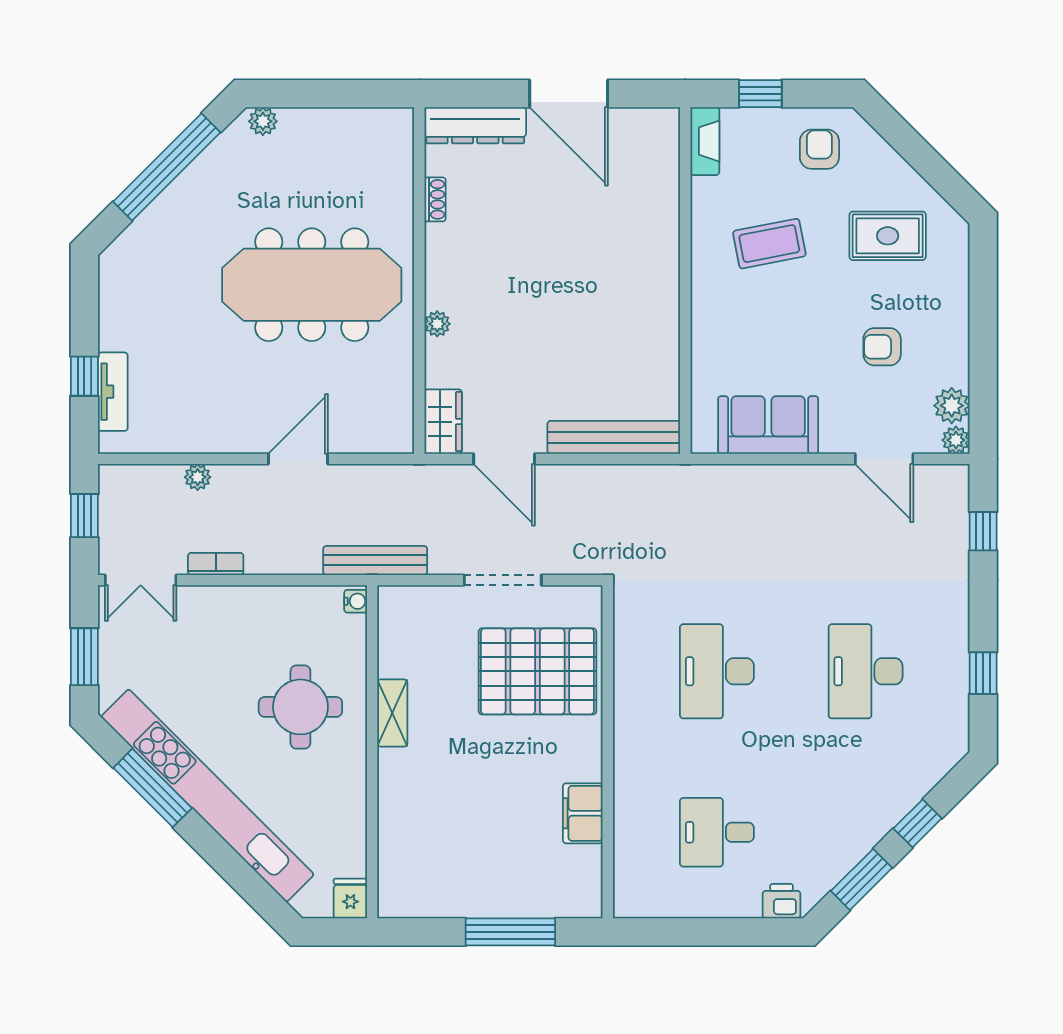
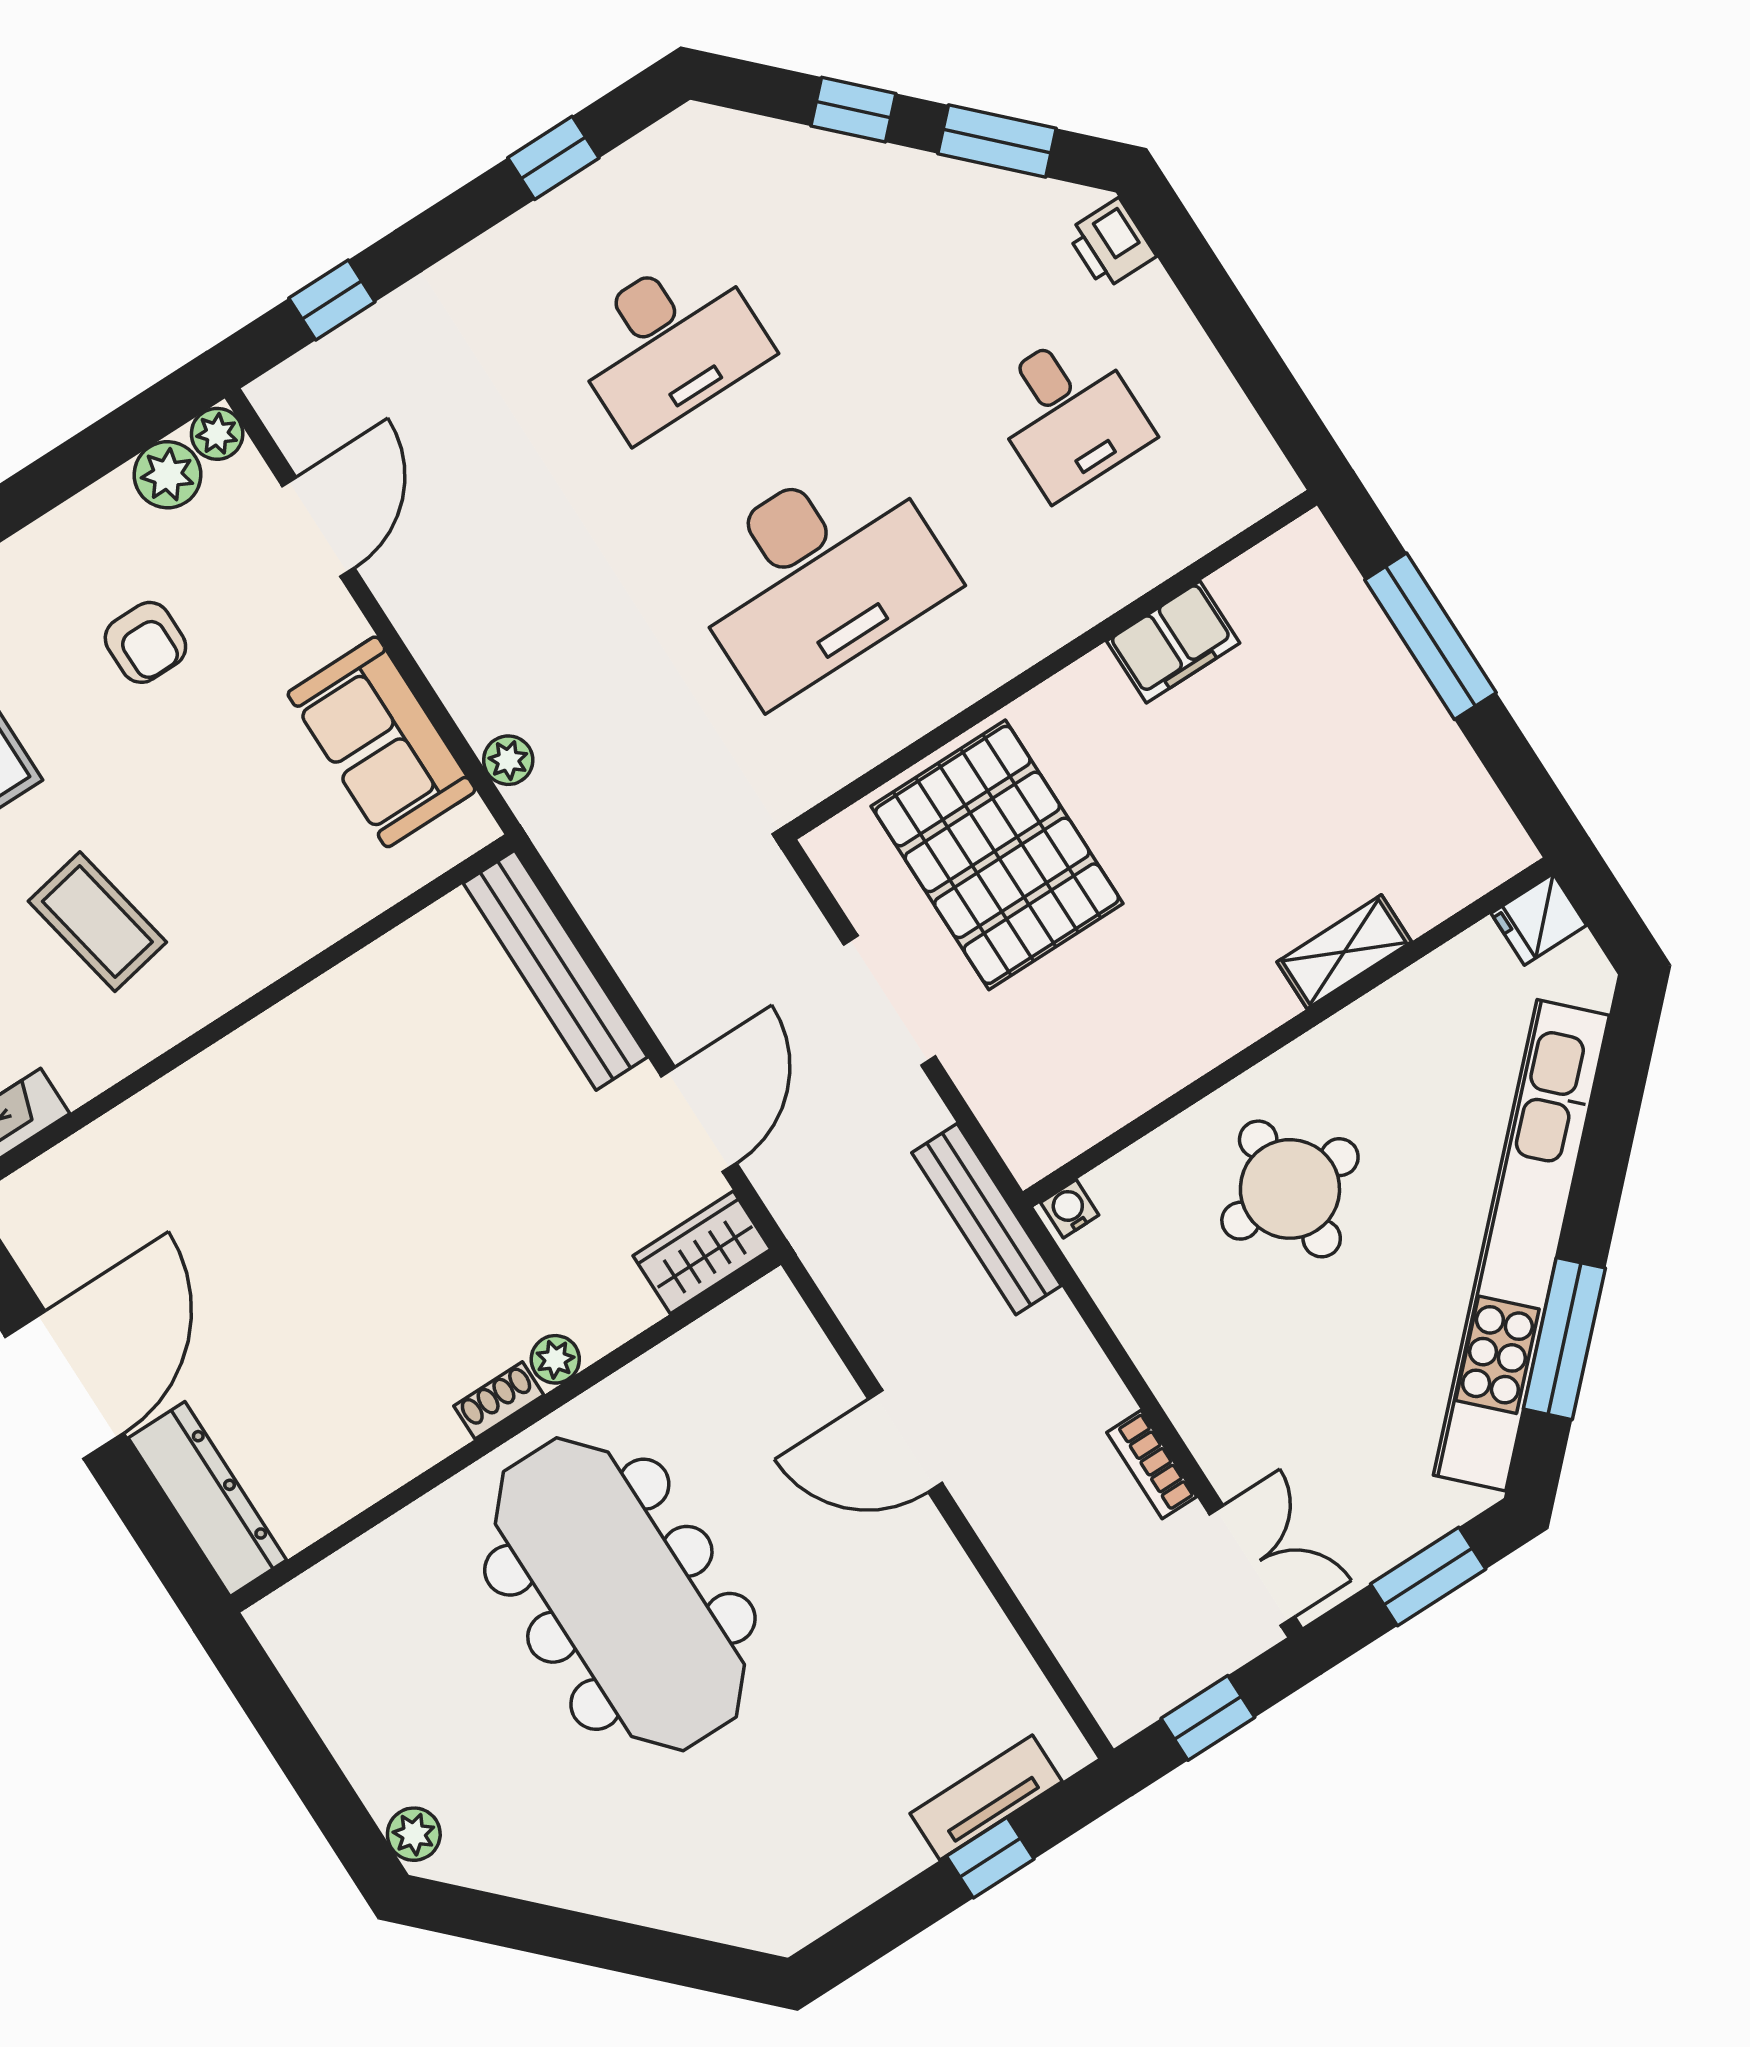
window: (167, 167) -> (581, 1938), removed
shoe rack: (435, 199) -> (499, 1400), moved
plant: (198, 477) -> (508, 760), moved
desk: (717, 671) -> (817, 575), width x1.36, depth x1.30
shelving: (392, 713) -> (1344, 952), moved

